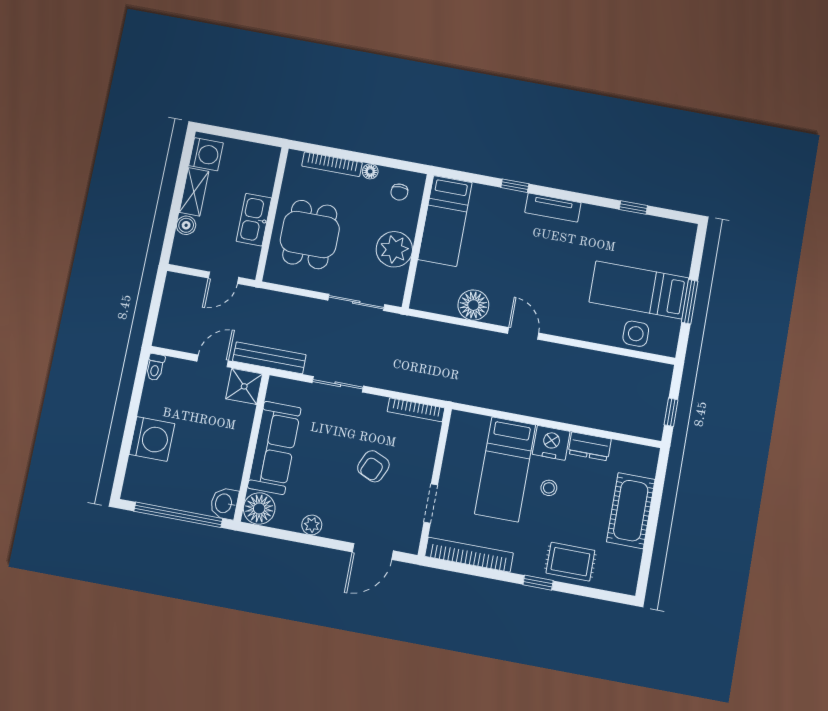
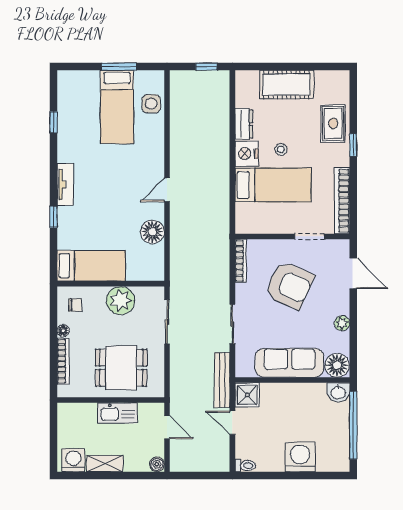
boiler: (186, 225) -> (157, 464), moved
armchair: (373, 466) -> (289, 285), width x1.88, depth x1.88

